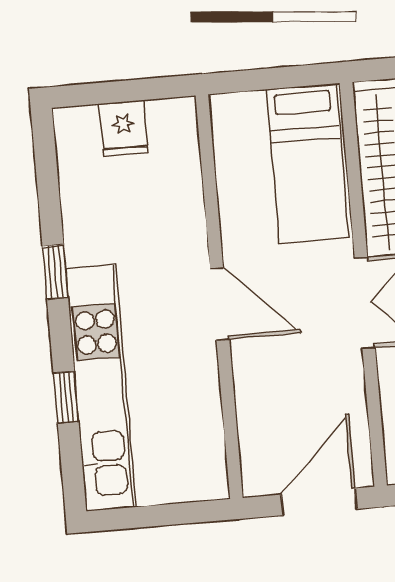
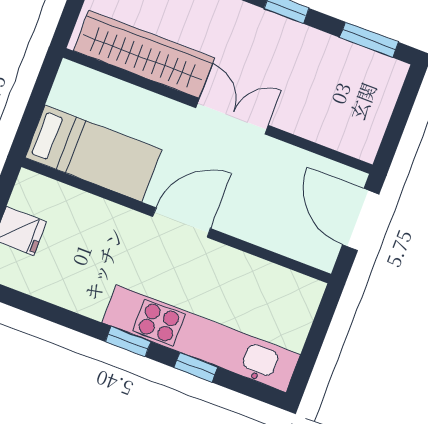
bed: (308, 163) -> (93, 153), moved
window: (55, 272) -> (128, 342), moved

